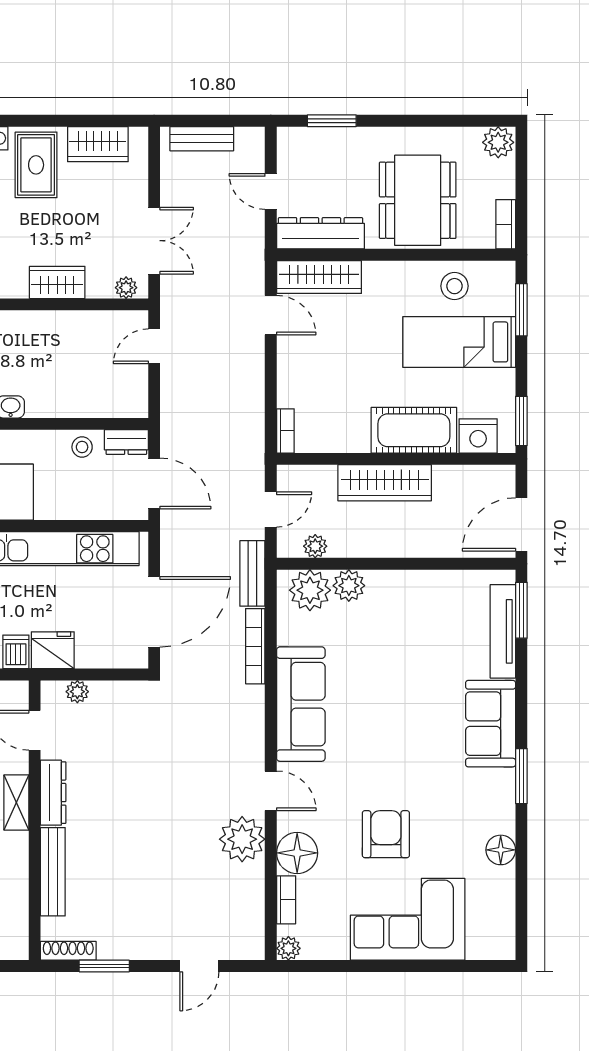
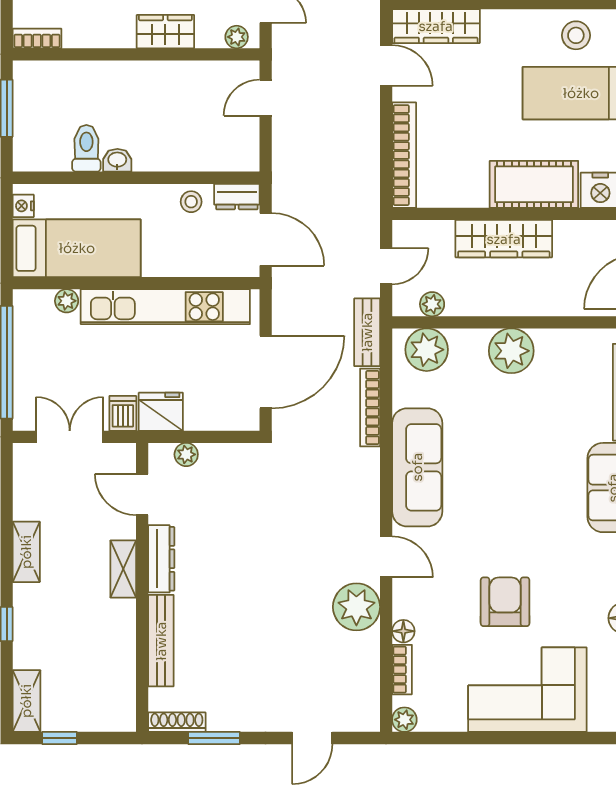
bookcase: (285, 431) -> (404, 155), width x2.31, depth x1.31
plant: (349, 586) -> (511, 351), moved, width x1.36, depth x1.36
floor lamp: (297, 853) -> (403, 631), width x0.53, depth x0.53

